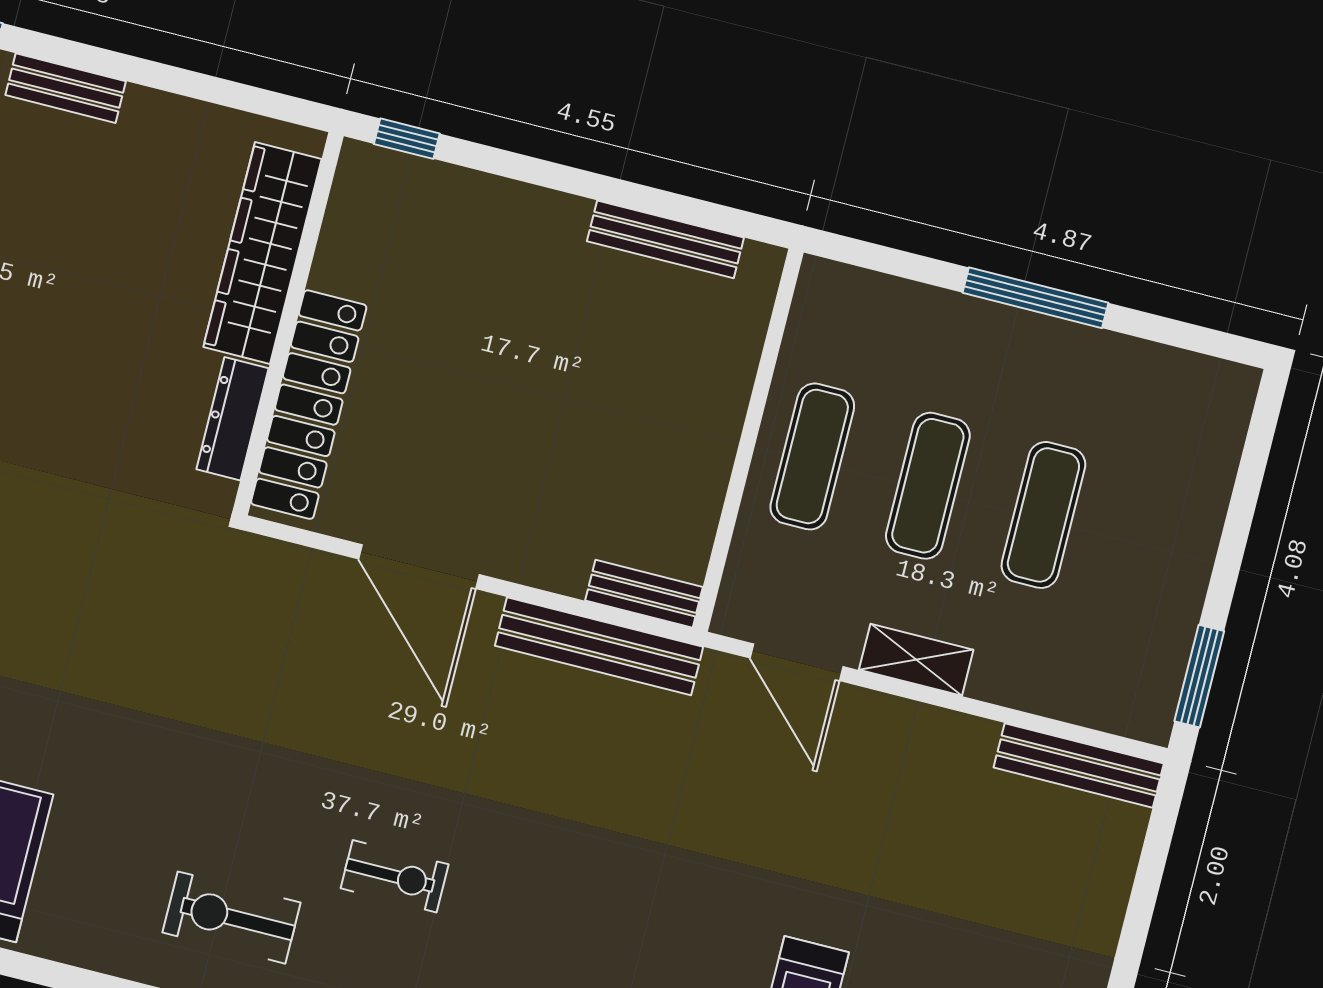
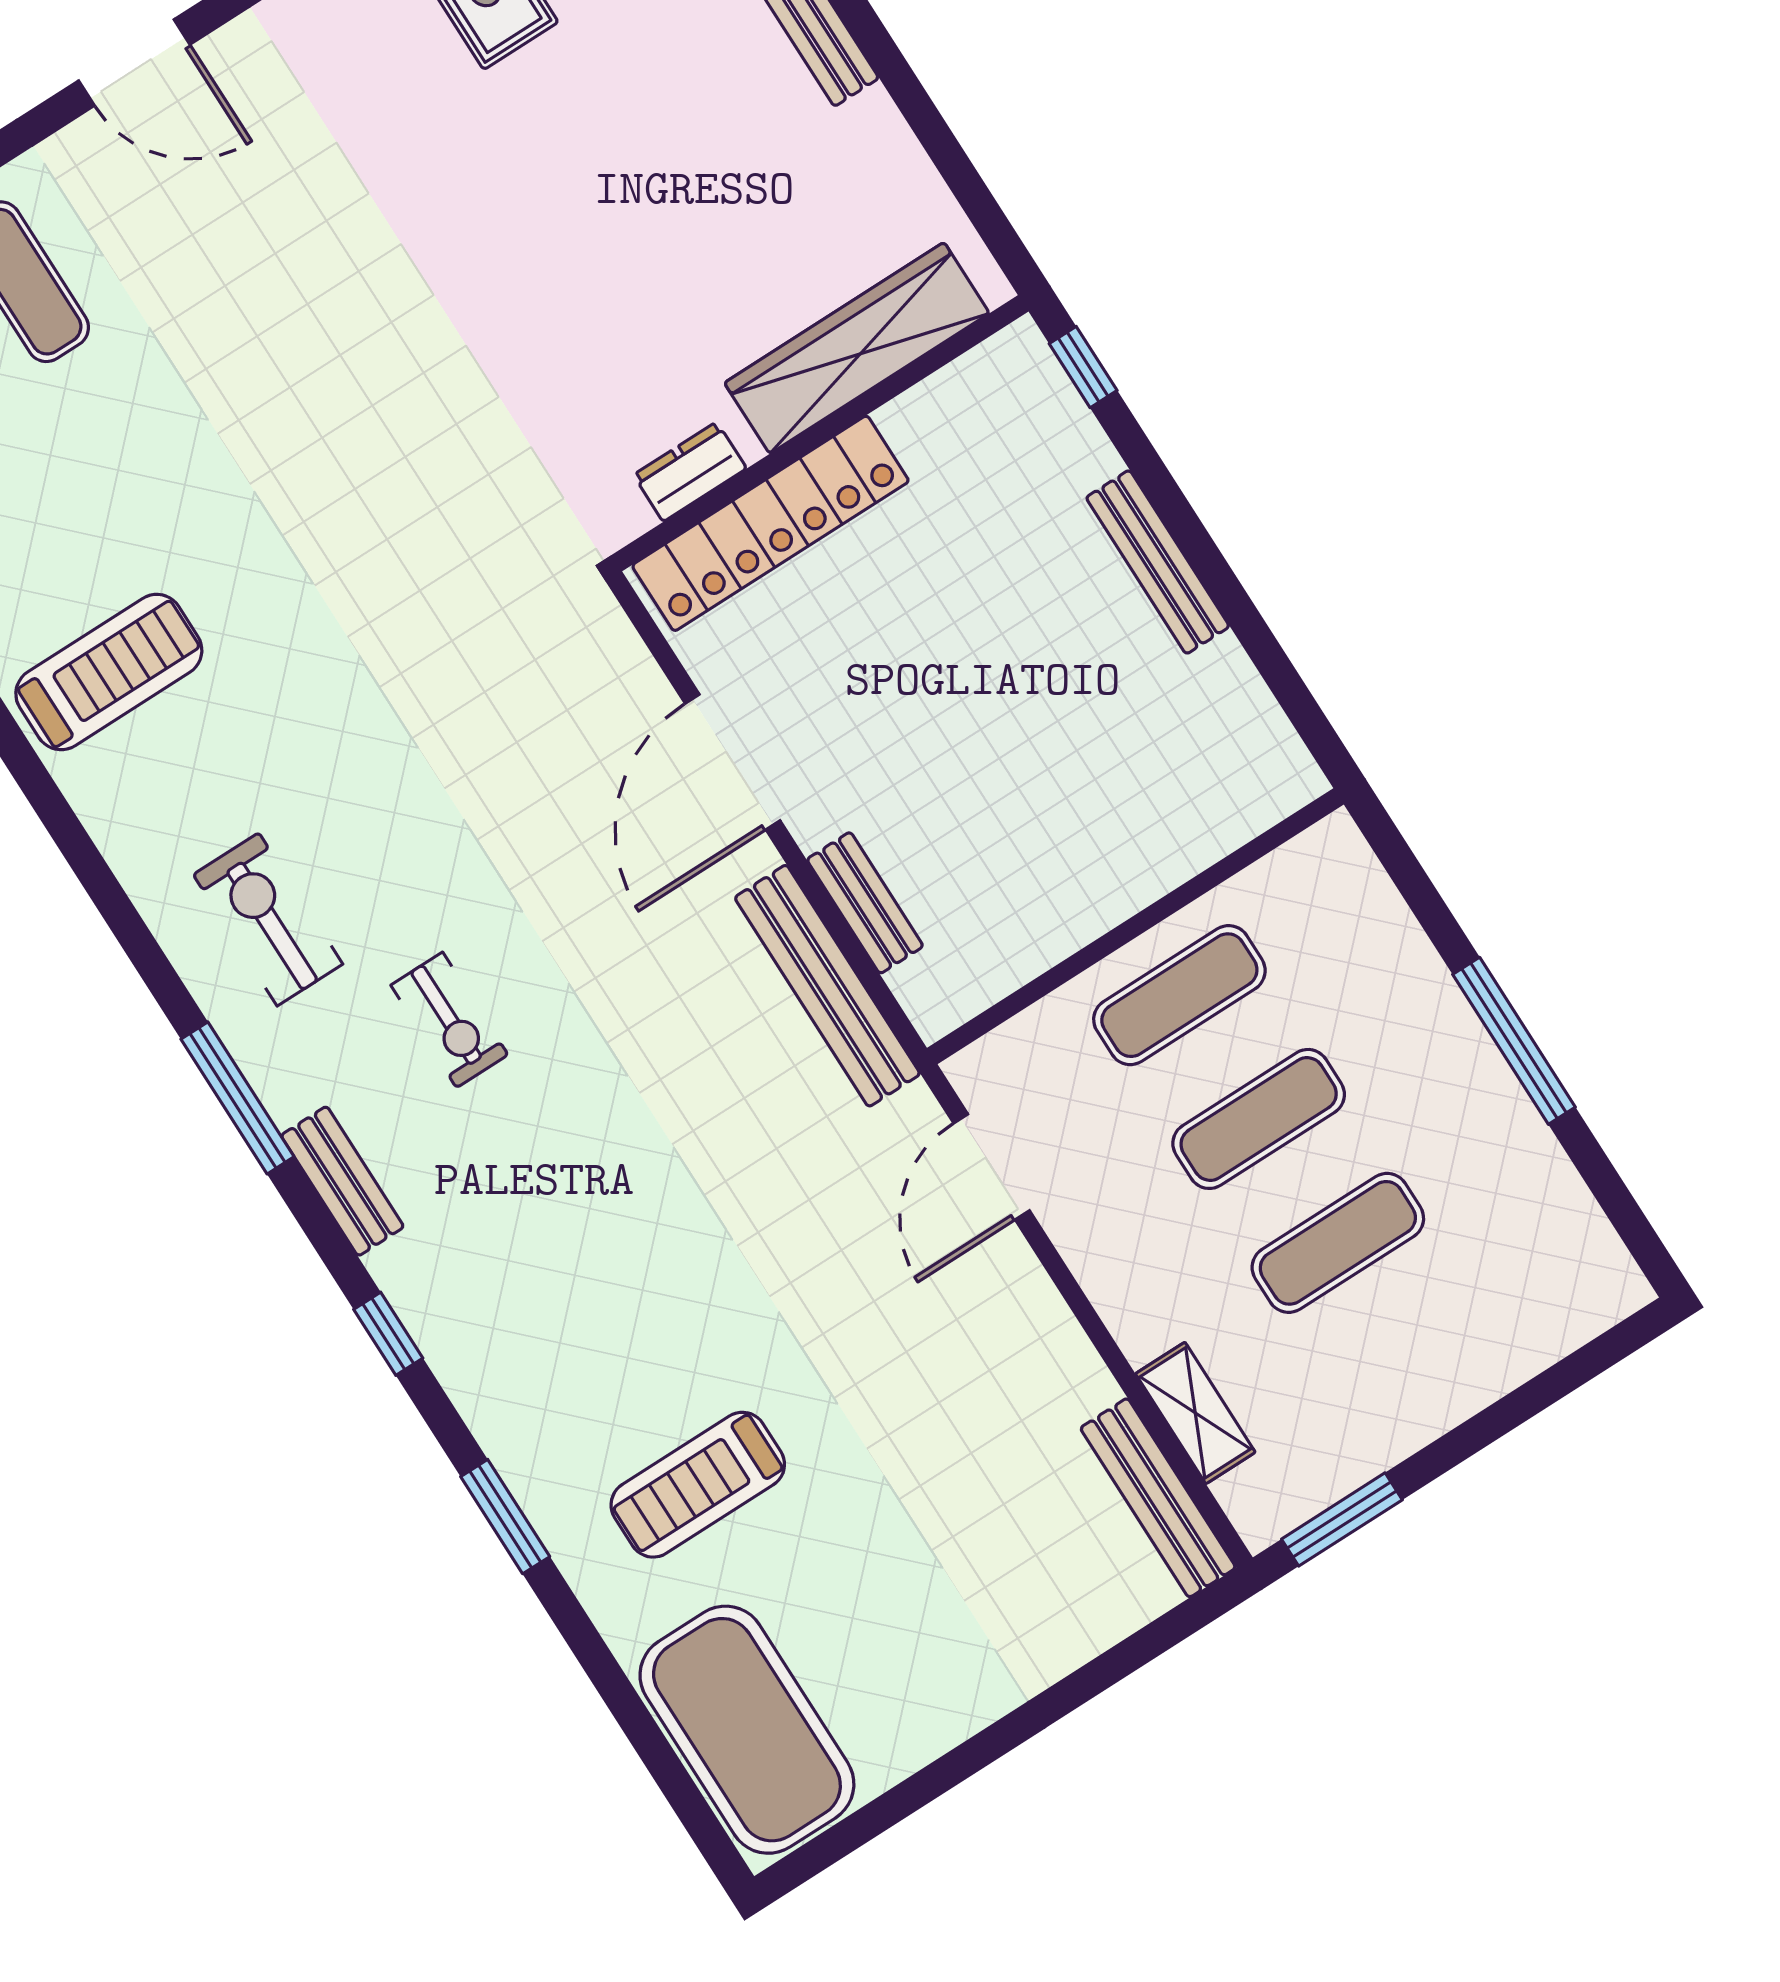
bench: (665, 239) -> (1158, 562), moved
dresser: (233, 419) -> (690, 472), width x0.70
bench: (644, 594) -> (865, 903), moved
shelving: (916, 660) -> (1195, 1413), moved

